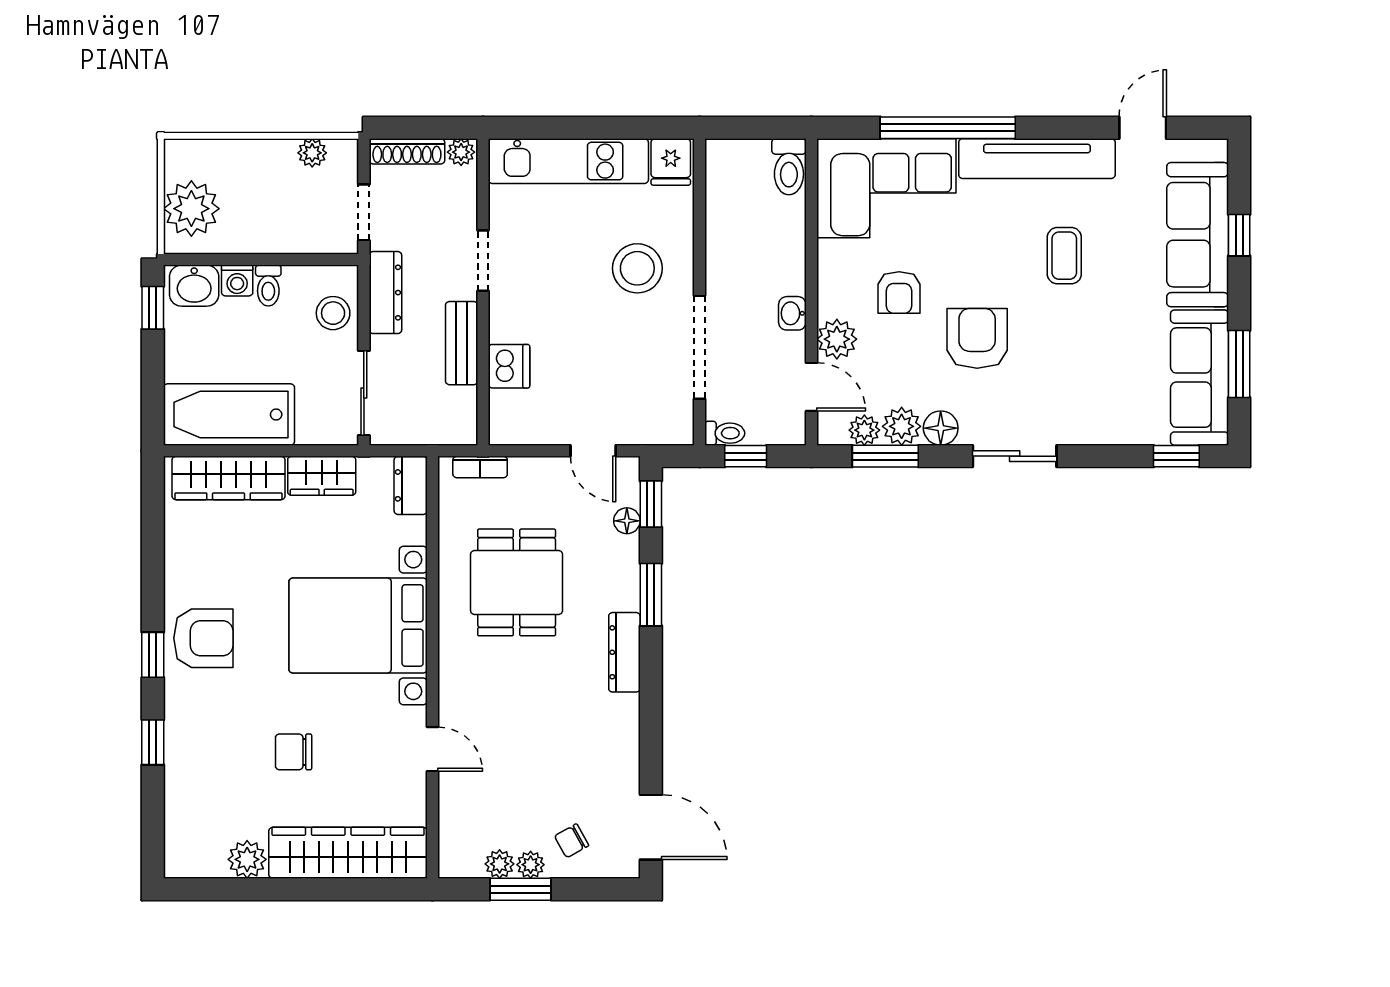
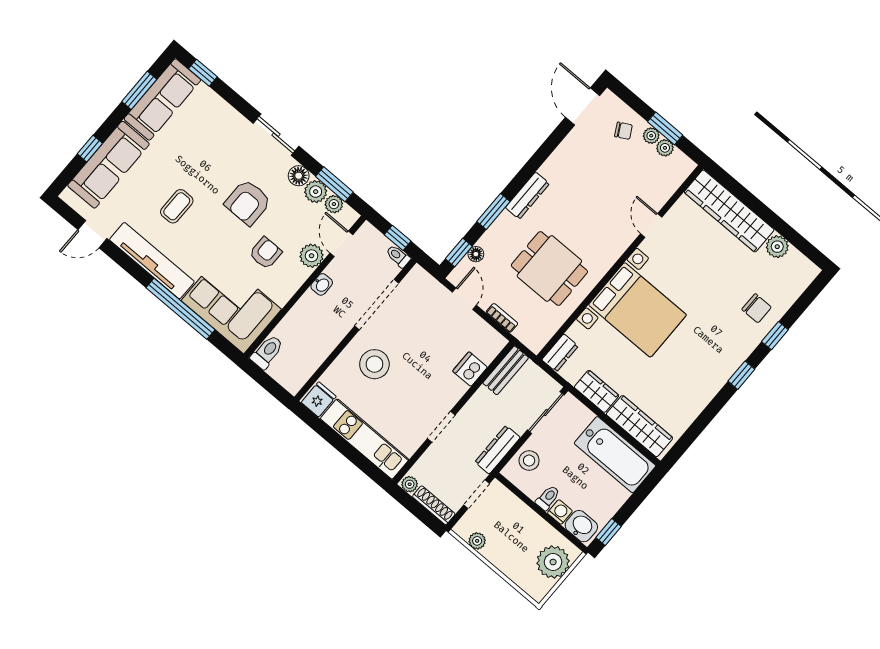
bench: (462, 343) -> (506, 370), moved
bookcase: (480, 467) -> (502, 318), moved
dining table: (517, 582) -> (549, 269), turned 90
armchair: (203, 638) -> (712, 363), removed
chair: (294, 752) -> (757, 308), moved

